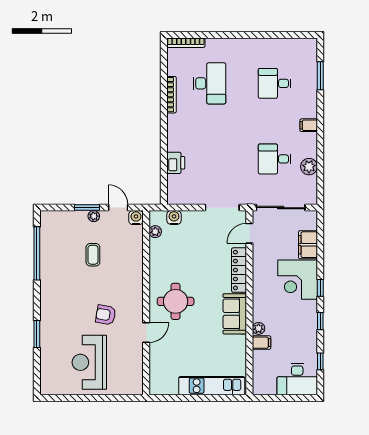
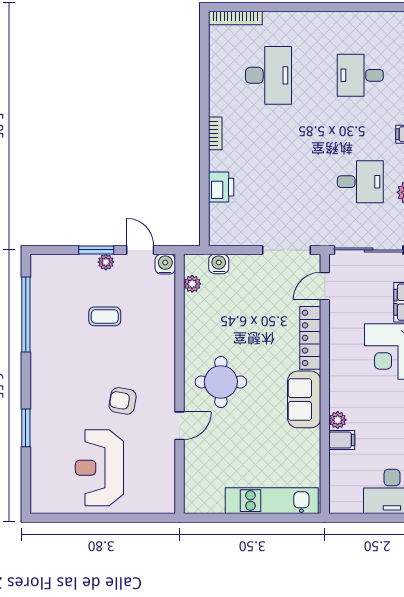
bookcase: (171, 95) -> (215, 133), moved, width x0.64
desk: (275, 159) -> (360, 182), turned 180
coffee table: (93, 255) -> (105, 316), turned 90

